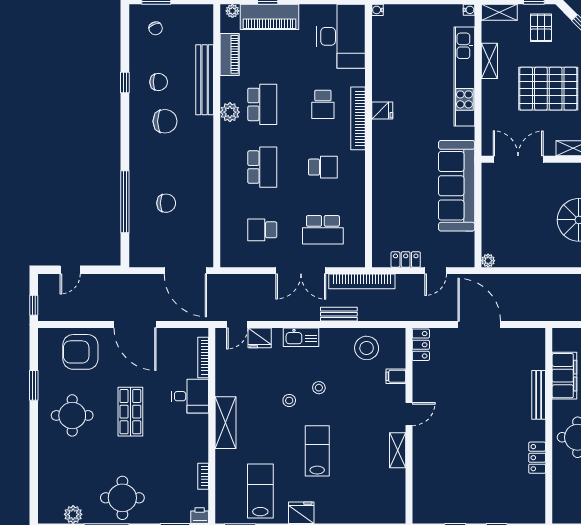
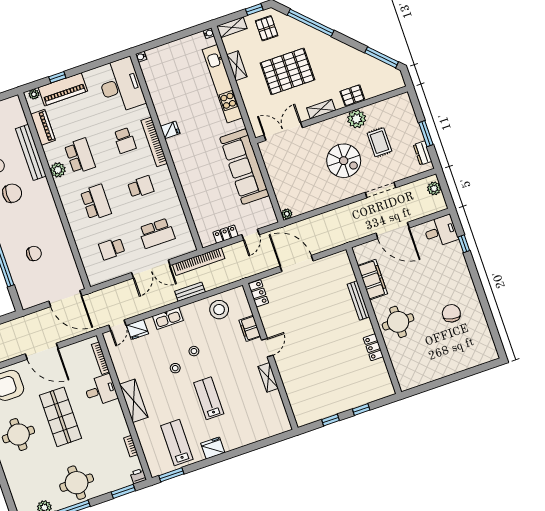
filing cabinet: (396, 376) -> (250, 328), width x2.00
shop shelf: (130, 412) -> (61, 417), width x1.43, depth x1.36

